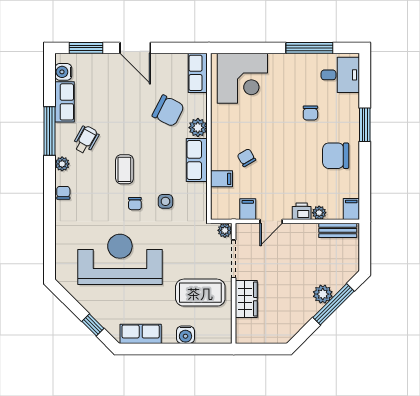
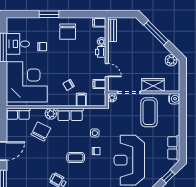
desk: (340, 75) -> (18, 44), moved, turned -90
corner desk: (242, 78) -> (27, 82), width x1.36, depth x1.36
plant: (323, 294) -> (171, 60), moved
water cooler: (185, 335) -> (174, 99), moved

